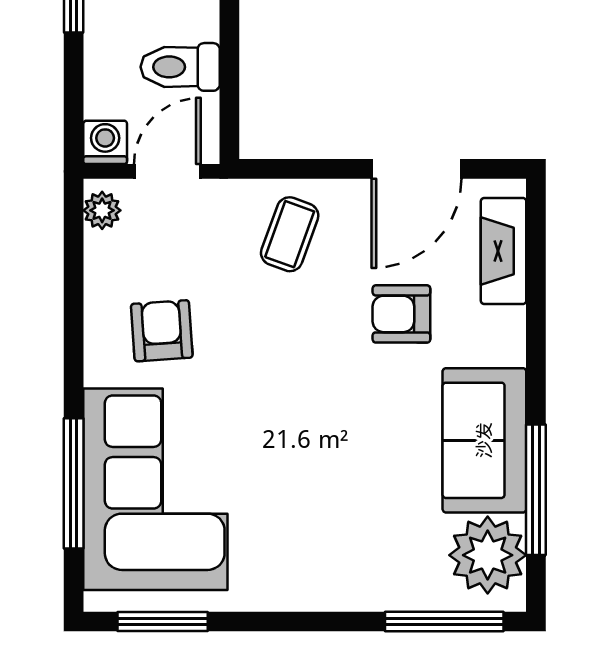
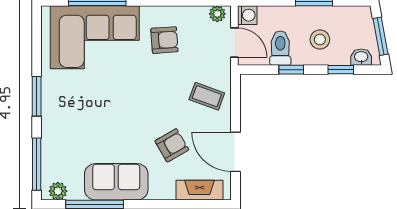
window: (229, 42) -> (291, 70), added
armchair: (401, 314) -> (172, 145), turned 60
plant: (488, 555) -> (58, 191), width x0.53, depth x0.53
window: (163, 622) -> (37, 96), moved

